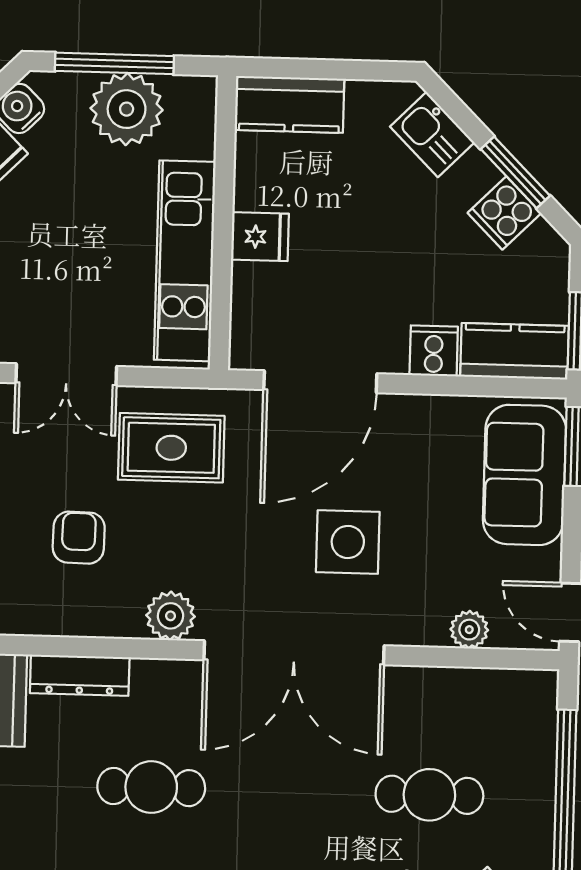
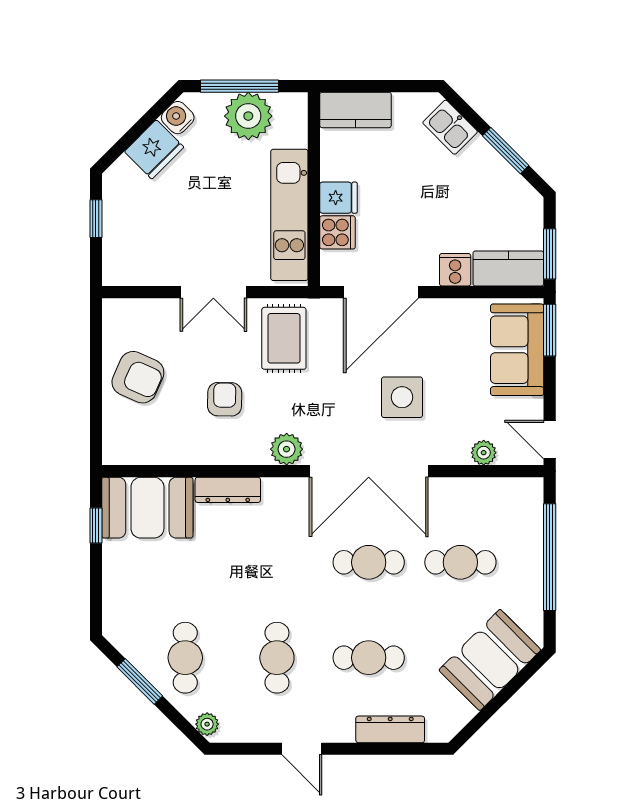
cooker: (504, 213) -> (338, 232), moved, turned -135
rug: (171, 448) -> (284, 338), turned 90
cafe table: (151, 787) -> (369, 562), moved

